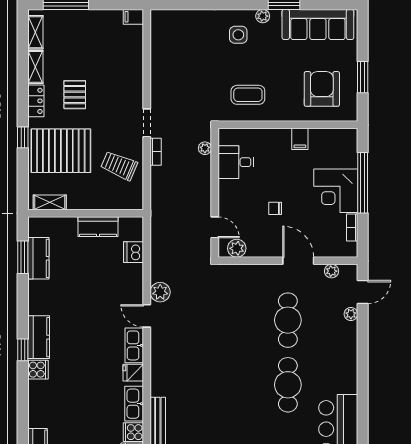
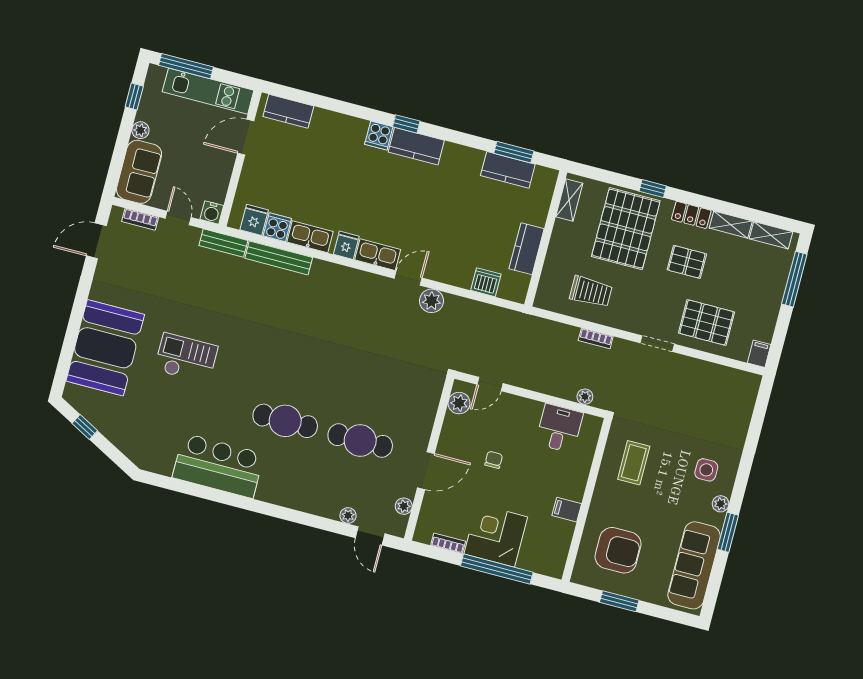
pallet: (119, 66) -> (707, 323), added
doorway: (147, 123) -> (657, 344), moved
trolley: (119, 166) -> (591, 292), turned 67

